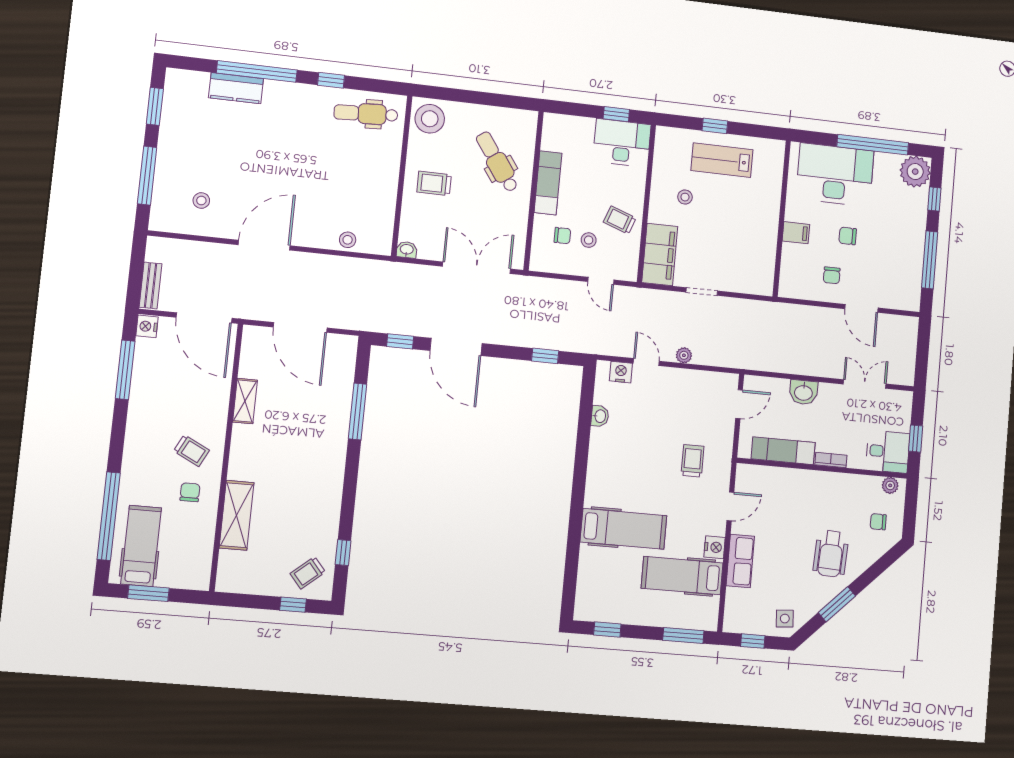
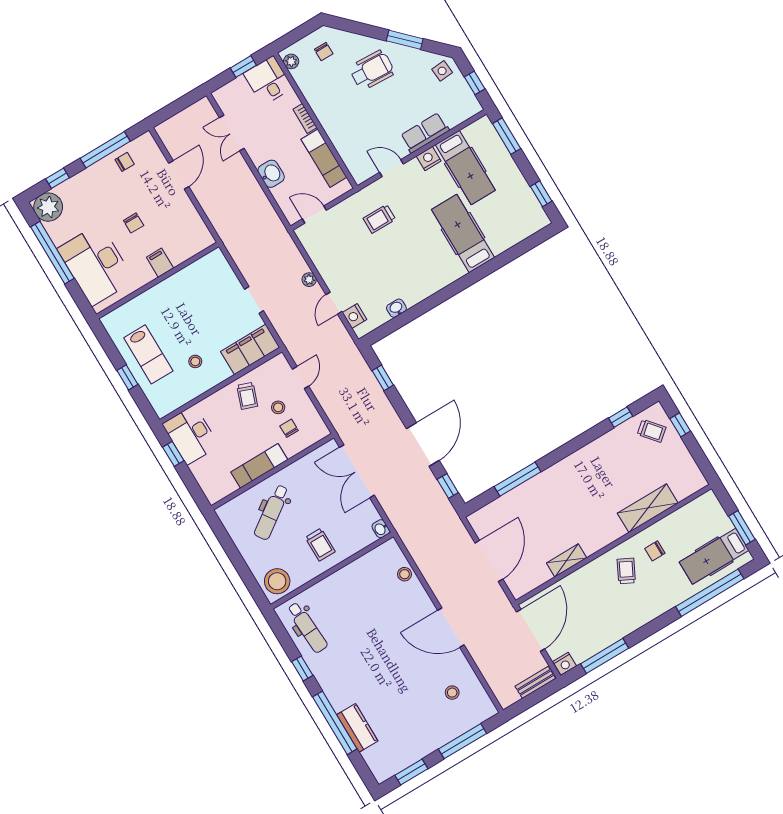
chair: (832, 275) -> (125, 162), moved

